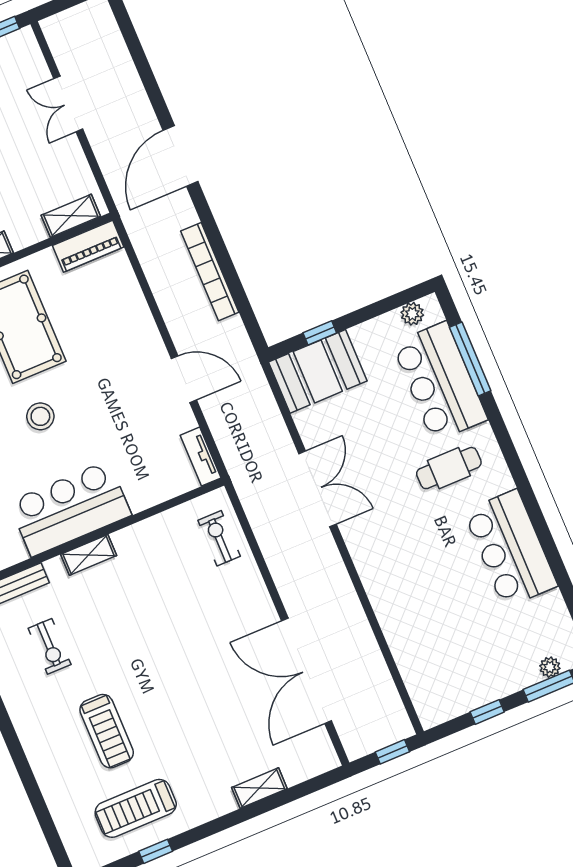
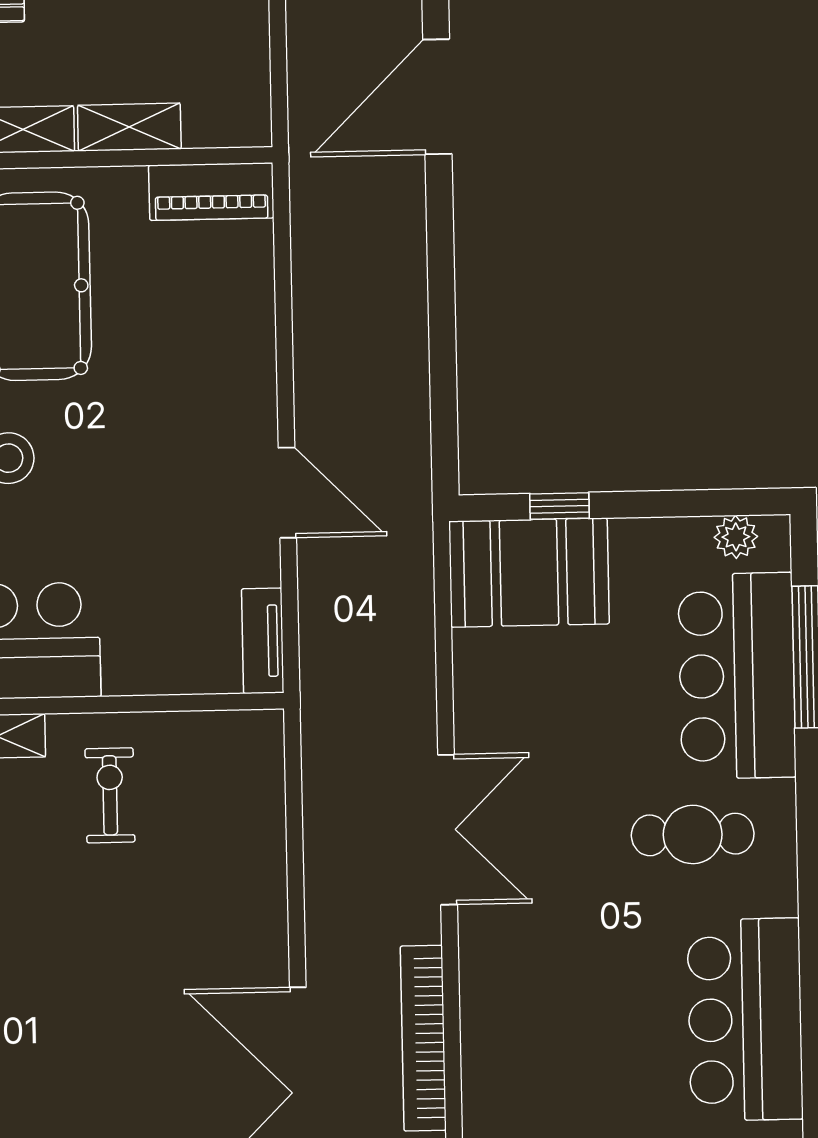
shelving: (71, 216) -> (129, 127), moved
bookcase: (210, 272) -> (423, 1038), moved
double door: (317, 489) -> (448, 830), moved
exercise bike: (219, 538) -> (110, 795), moved

